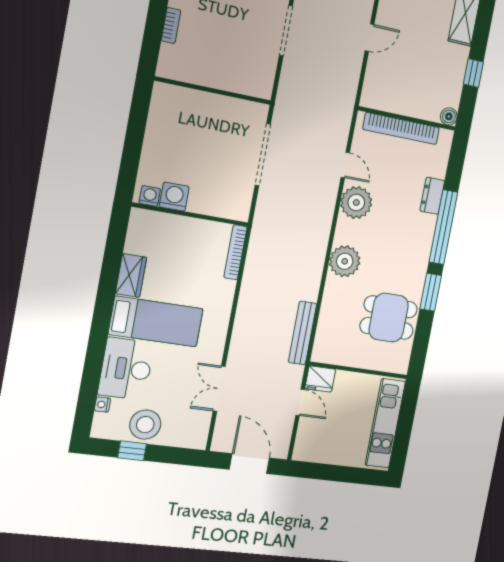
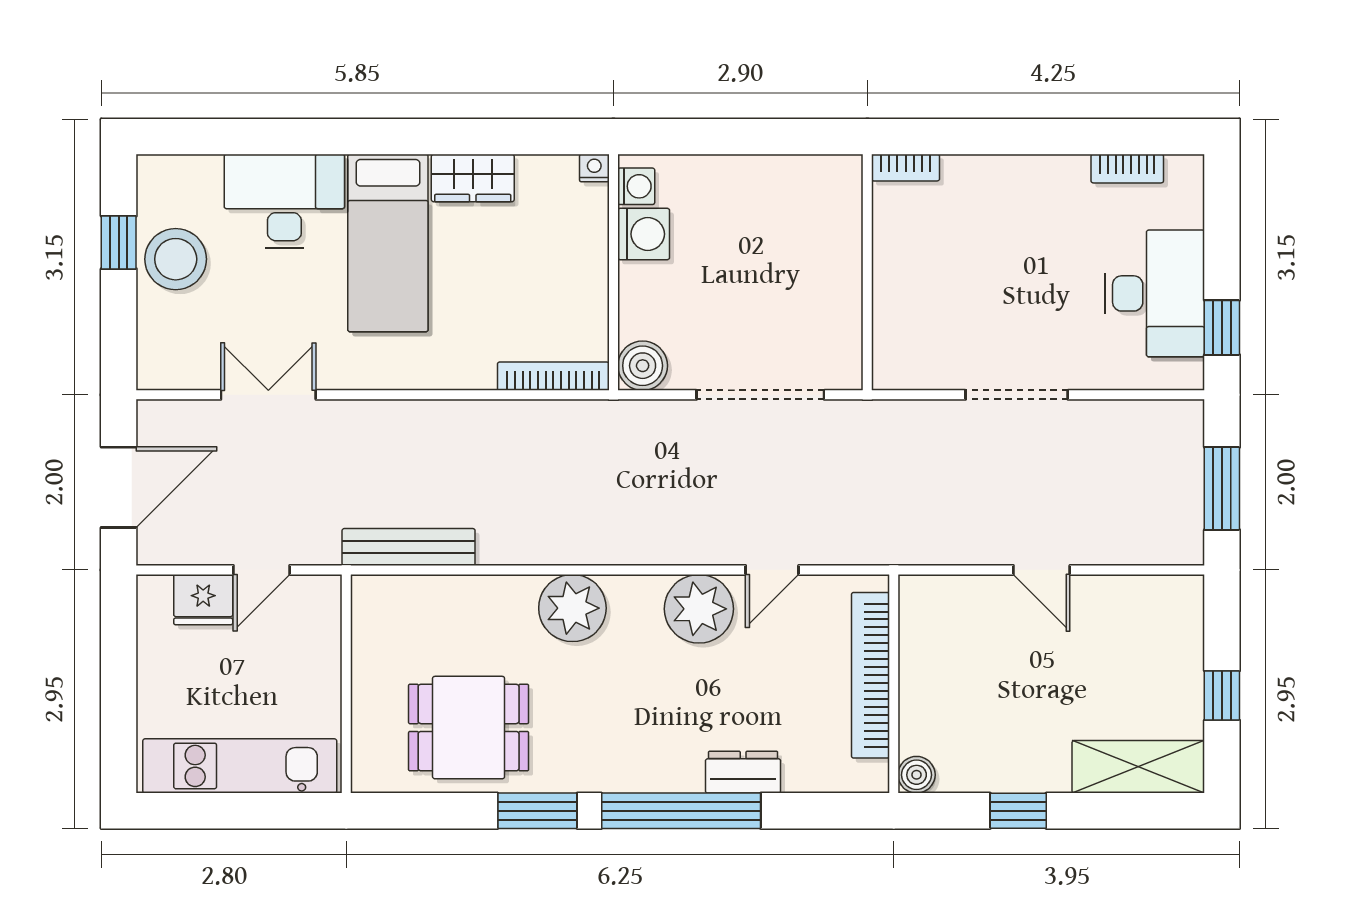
bookcase: (171, 26) -> (906, 168), moved
boiler: (238, 209) -> (643, 366), added
dining table: (389, 318) -> (469, 728), turned 90
fridge: (320, 379) -> (203, 600), moved, turned -90
nightstand: (102, 405) -> (594, 168), moved

